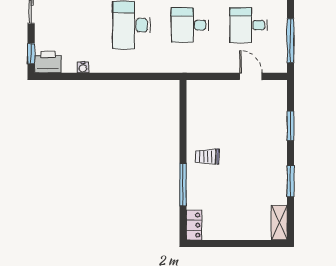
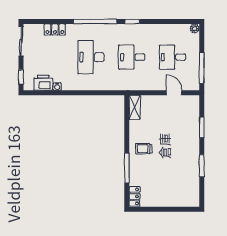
printer: (48, 62) -> (43, 83), moved
shelving: (279, 223) -> (135, 107), moved

